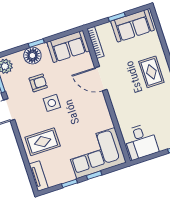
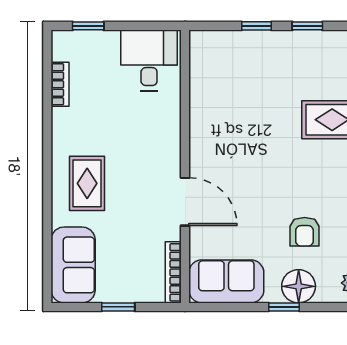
sofa: (133, 26) -> (73, 265), moved, turned 90
armchair: (38, 83) -> (305, 232), turned -90
side table: (52, 103) -> (291, 186), removed
corner sofa: (96, 153) -> (240, 66), removed

